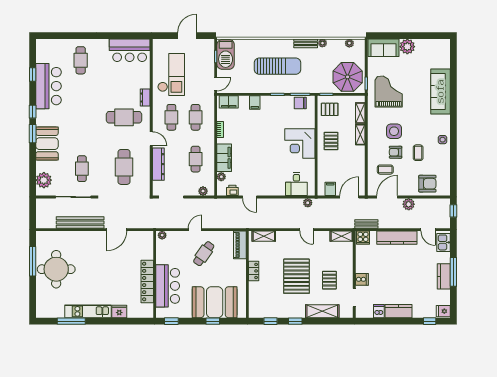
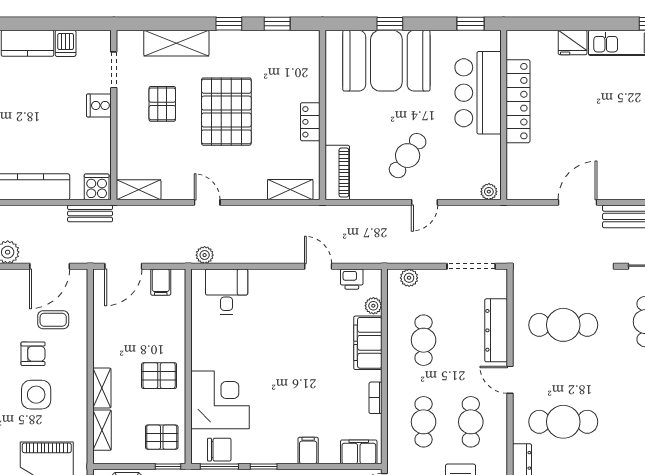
pallet: (331, 141) -> (159, 376), turned 90
corner desk: (300, 143) -> (220, 400), moved
cafe table: (124, 167) -> (563, 325), turned 90

